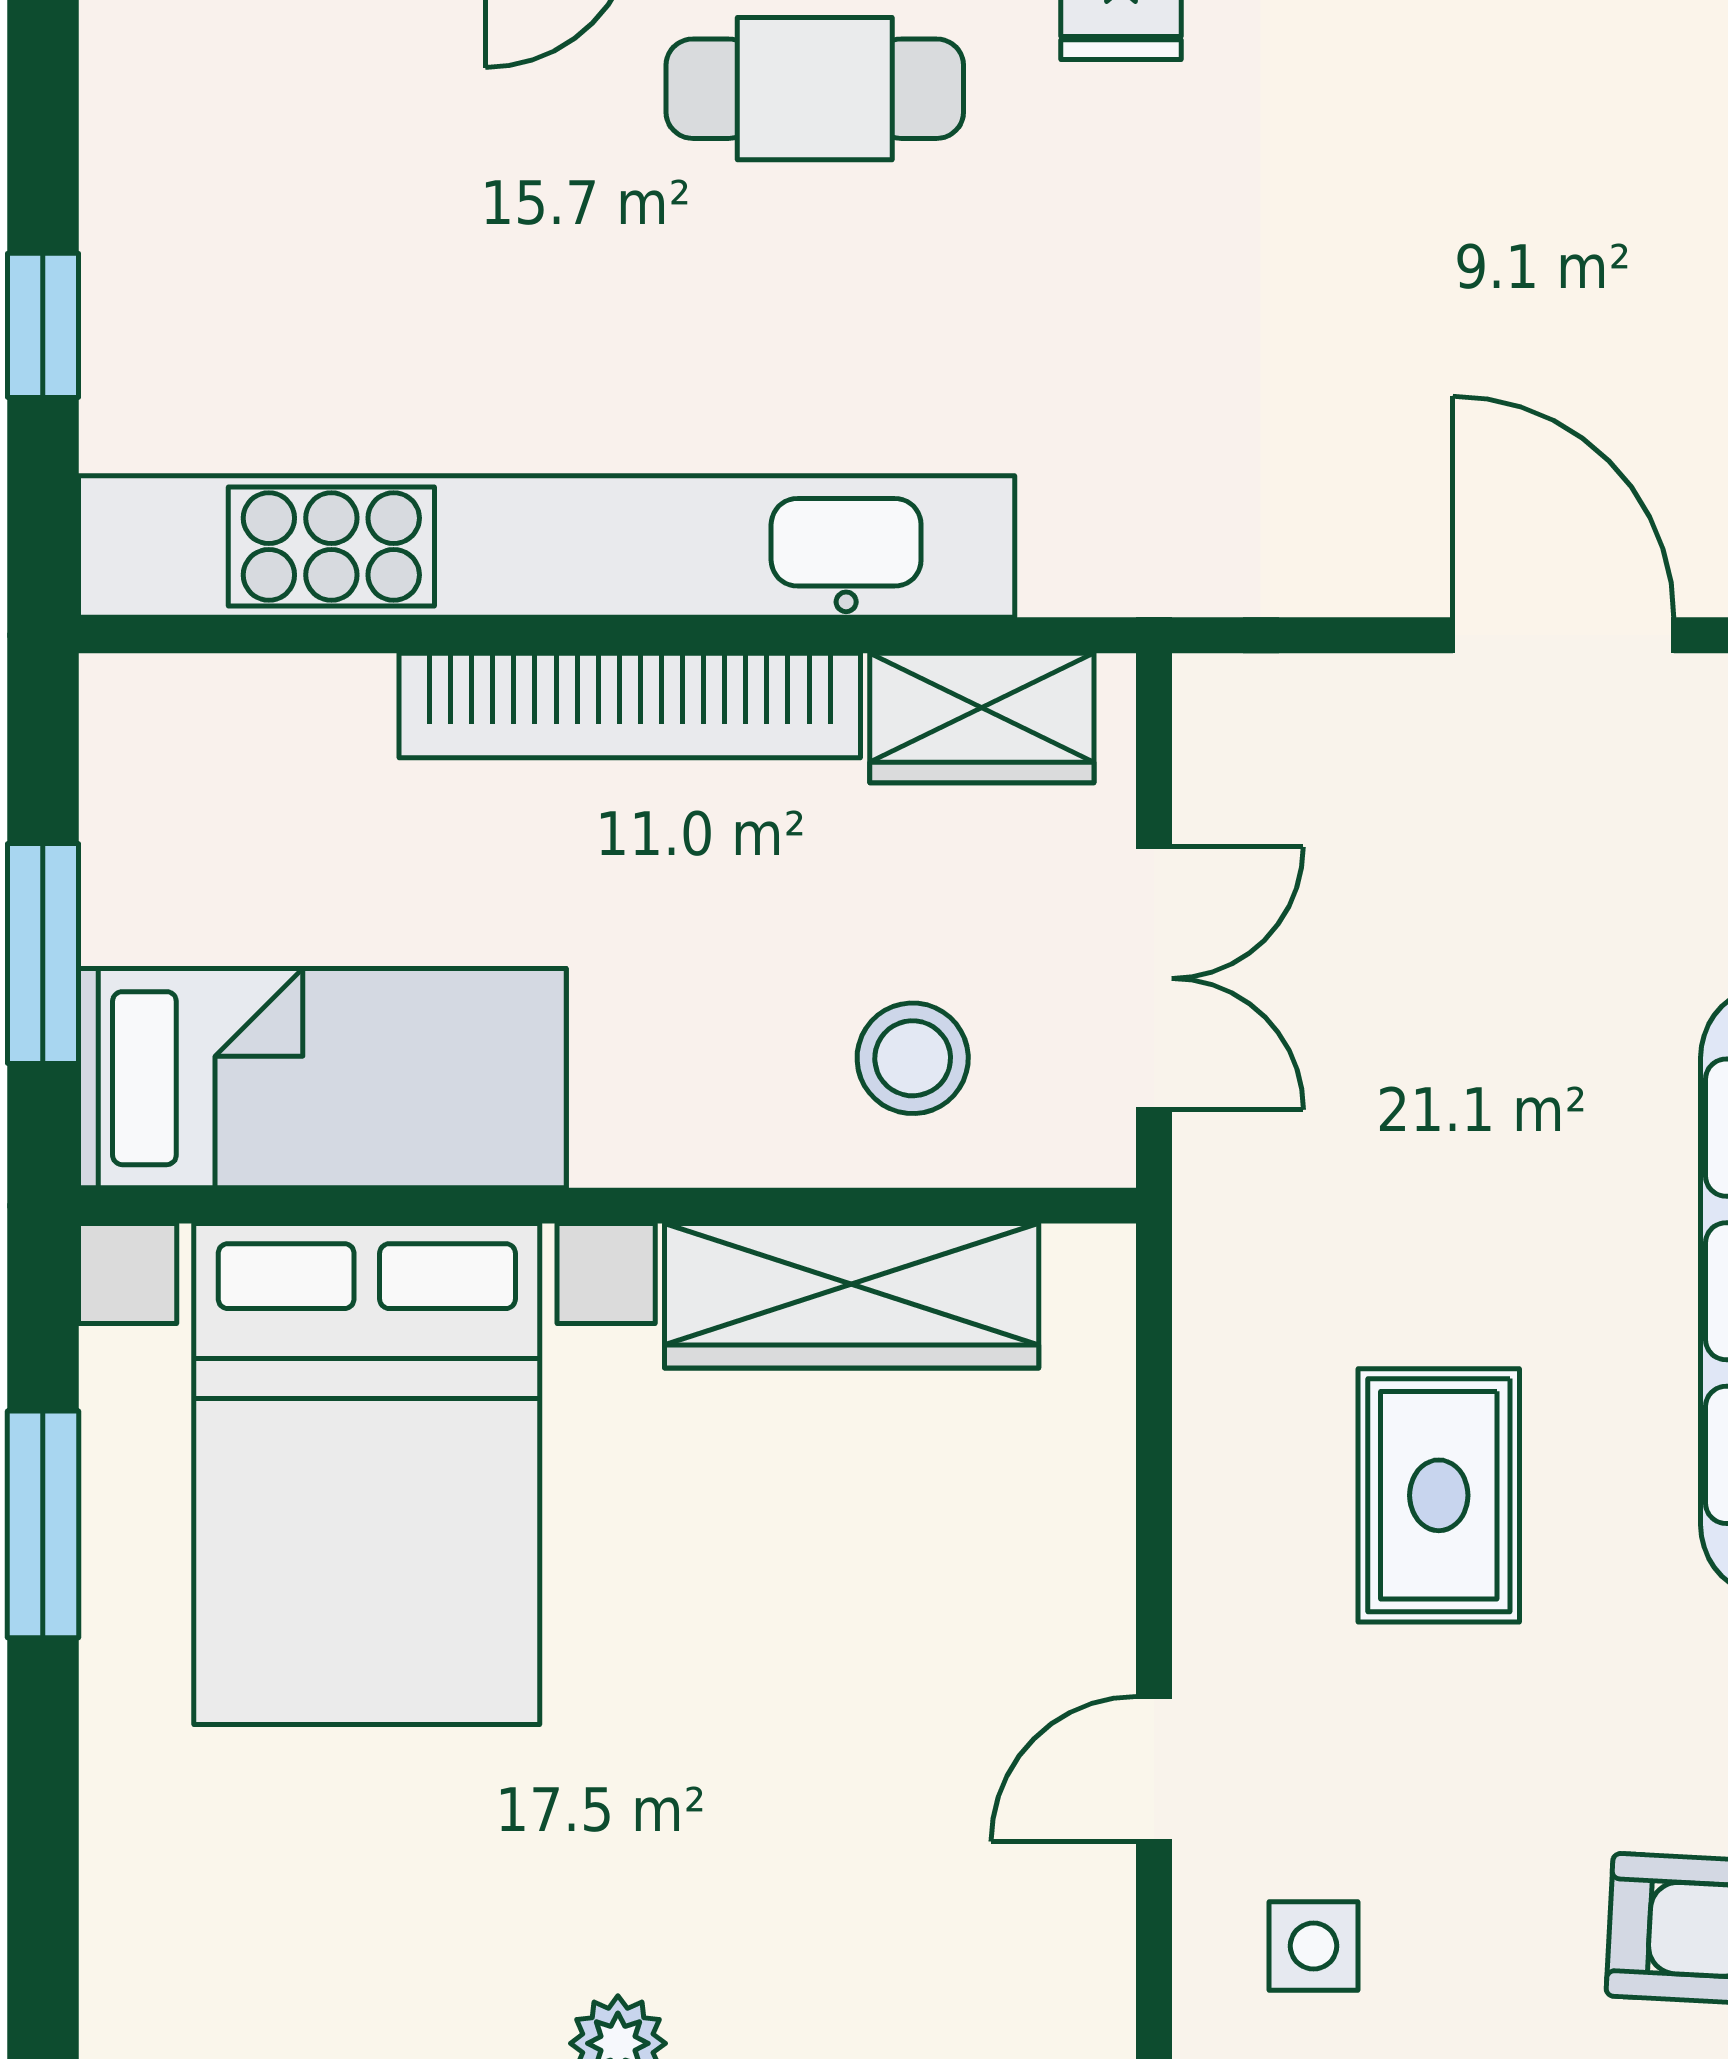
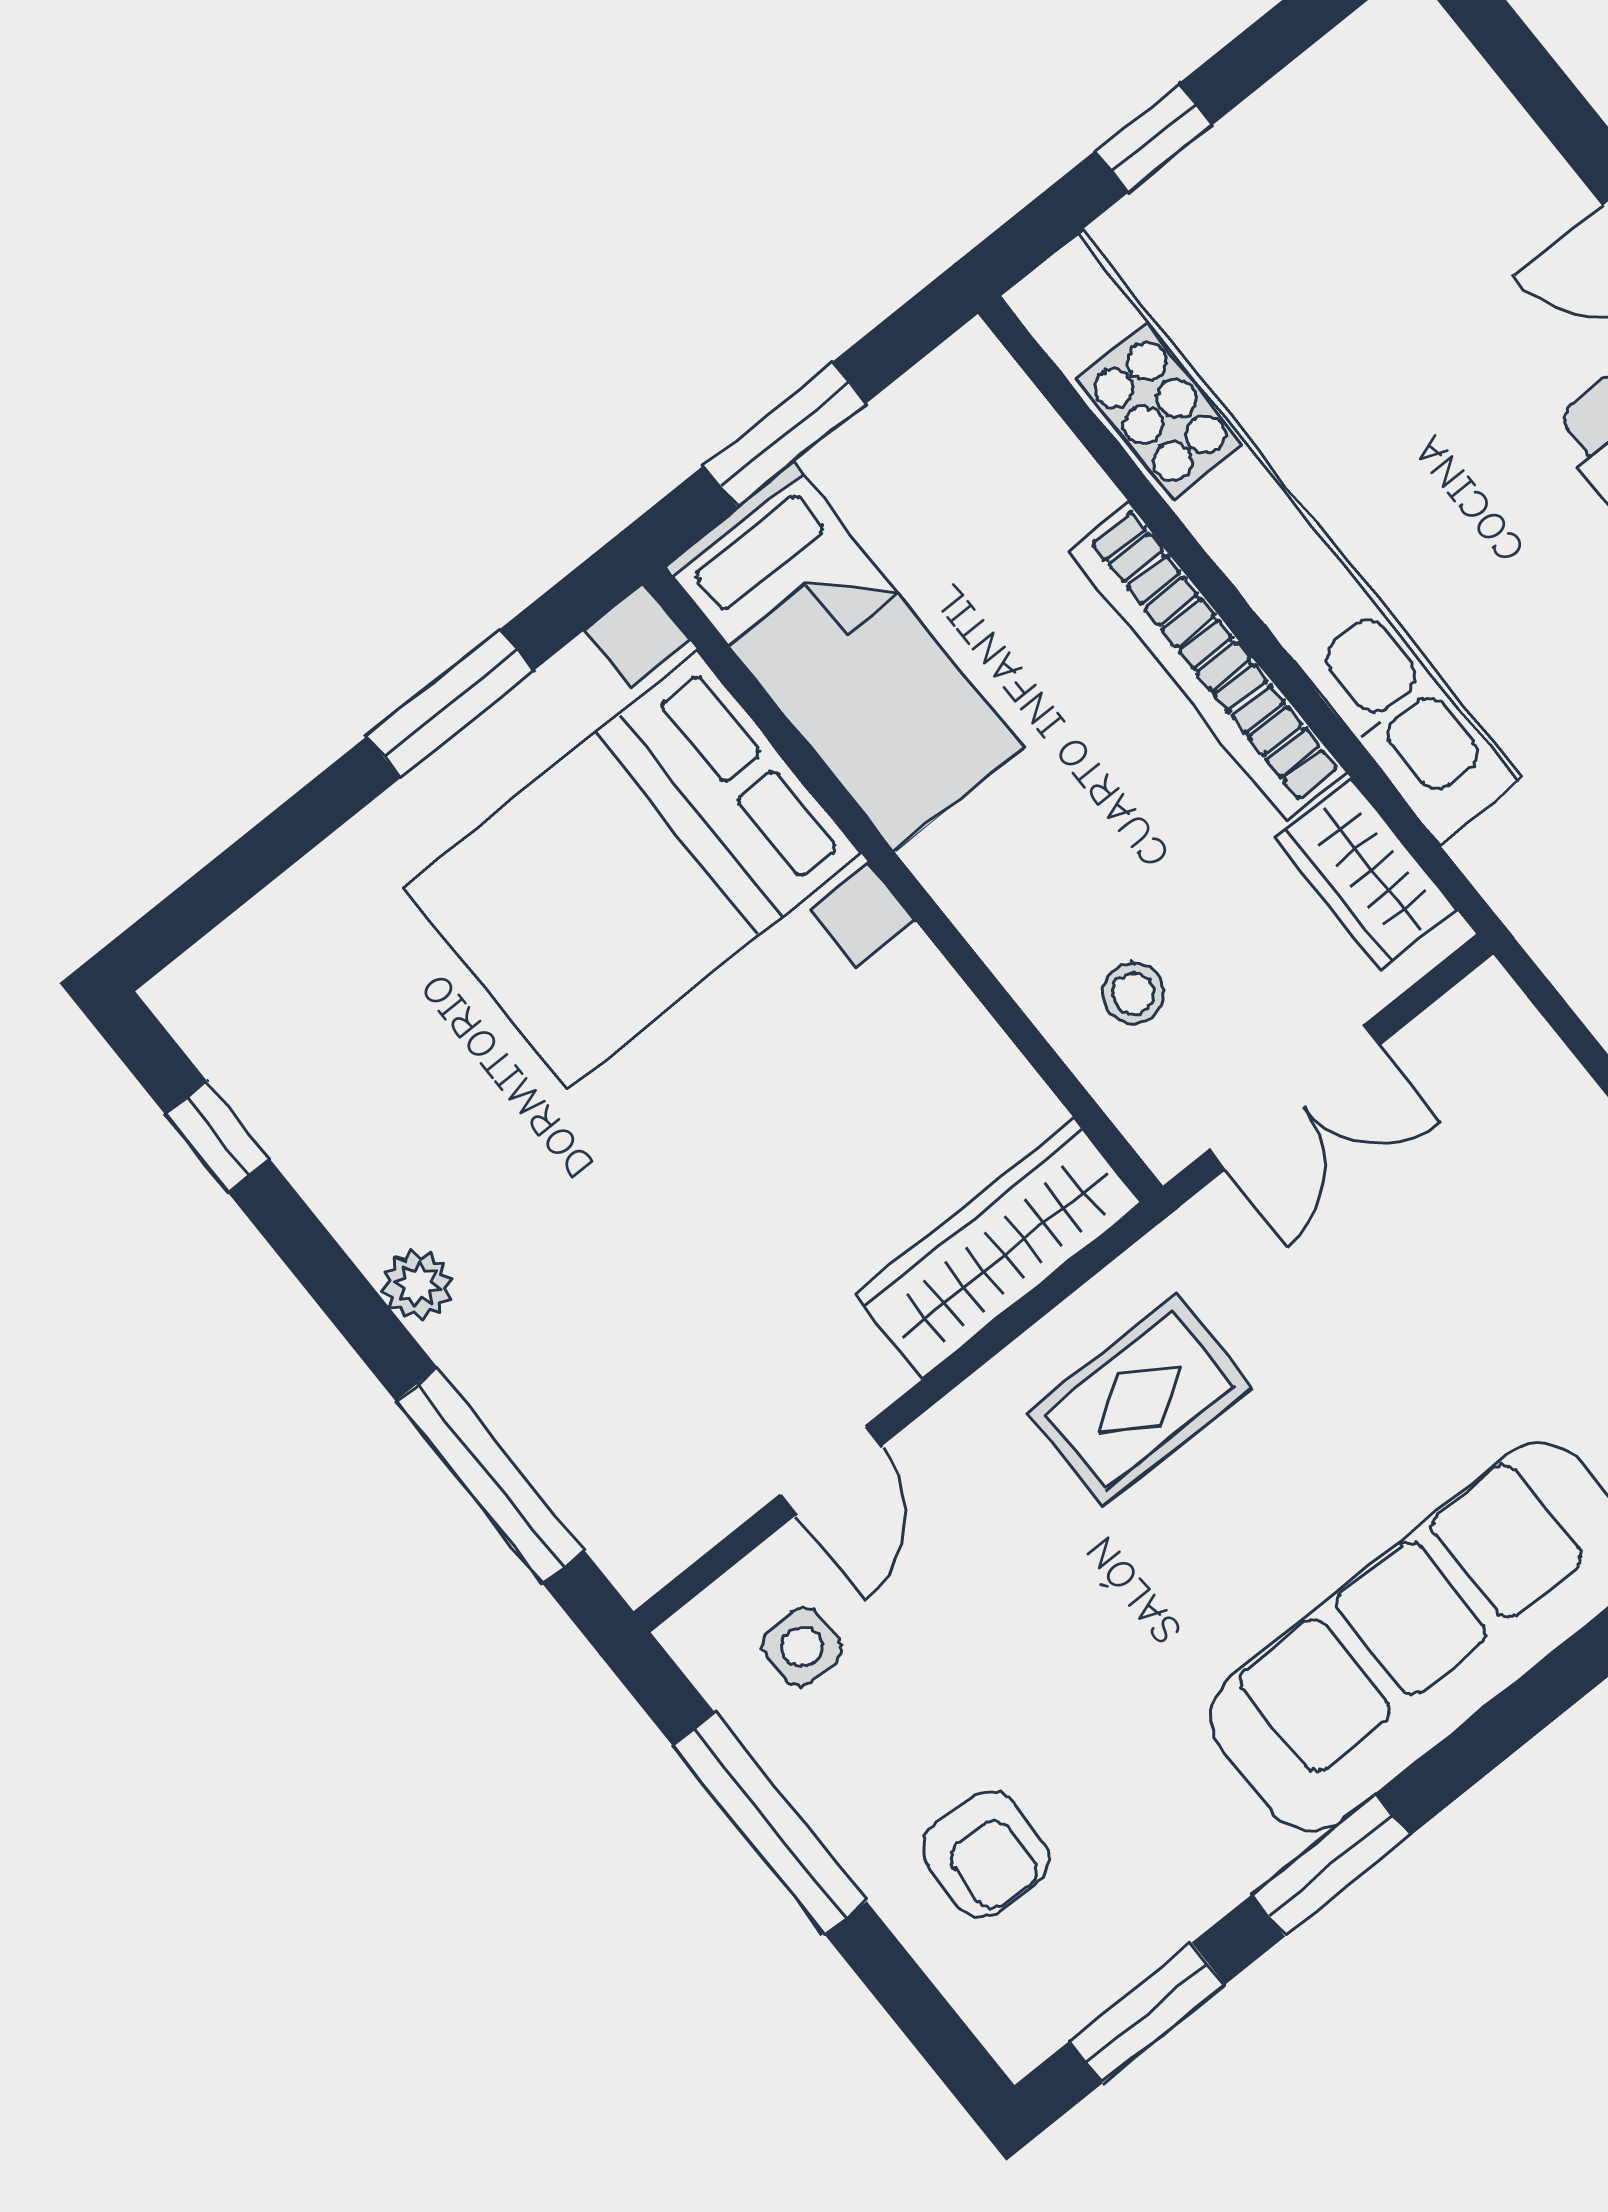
stool: (913, 1058) -> (1134, 994), width x0.73, depth x0.73
wardrobe: (852, 1296) -> (998, 1248), moved, turned 90
rug: (1439, 1495) -> (1139, 1400), moved
door: (1154, 1769) -> (831, 1470), swing flipped

